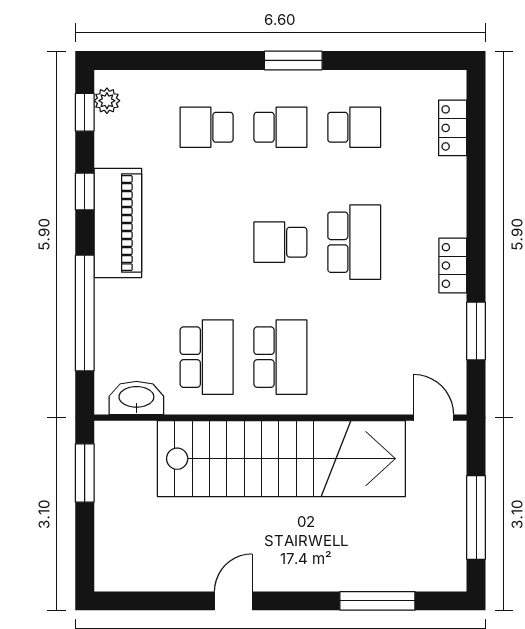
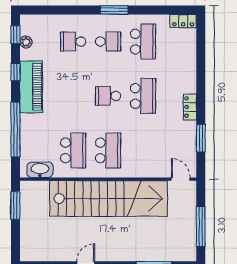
plant: (107, 101) -> (26, 42), moved
school desk: (354, 127) -> (143, 42), width x1.85
locker: (453, 128) -> (183, 21), moved, turned -90

